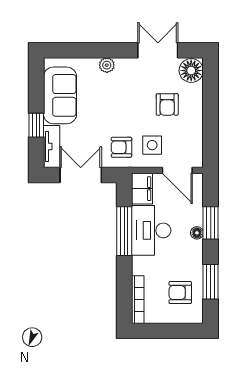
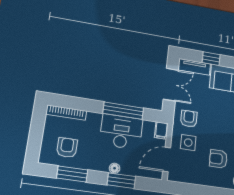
filing cabinet: (142, 189) -> (161, 130), width x0.50

